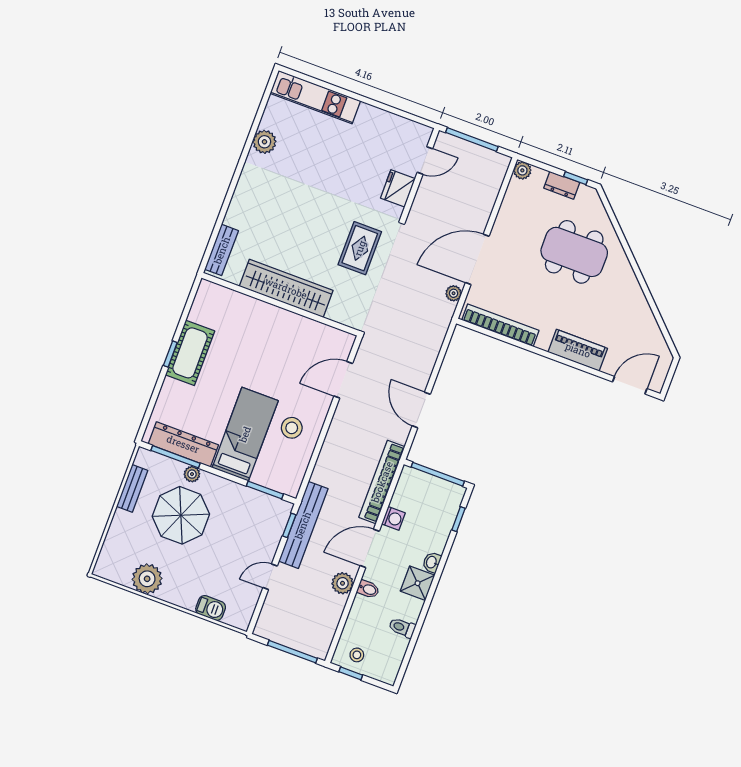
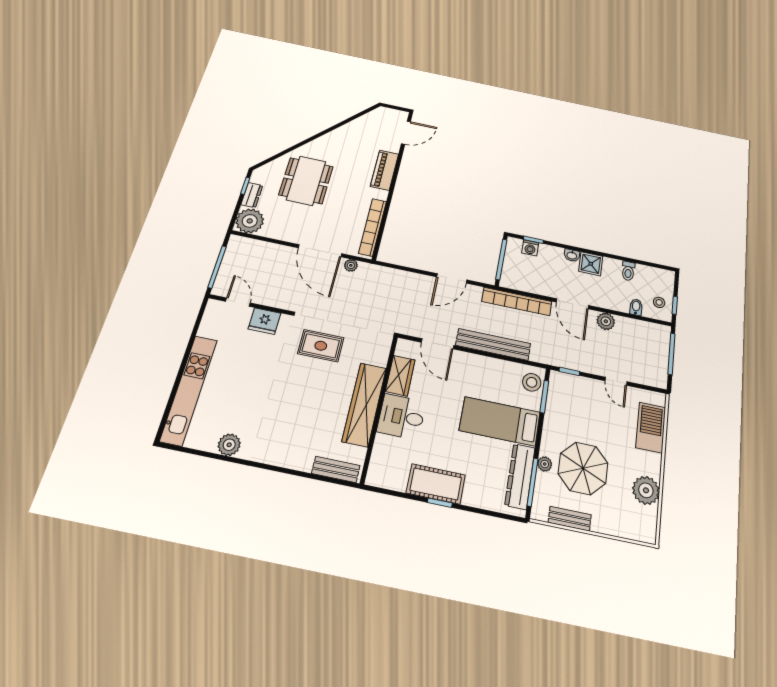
kitchen unit: (315, 97) -> (189, 390), width x1.36
plant: (522, 170) -> (250, 221), width x1.88, depth x1.88
desk: (267, 327) -> (401, 417), added
wardrobe: (312, 332) -> (400, 376), added
door: (630, 385) -> (406, 133), swing flipped
stool: (292, 428) -> (532, 382), moved
washing machine: (393, 518) -> (530, 248), moved, turned 180
bench: (303, 525) -> (493, 344), moved
bidet: (368, 589) -> (636, 307), moved
barbecue: (211, 608) -> (651, 427), width x1.88, depth x1.53

